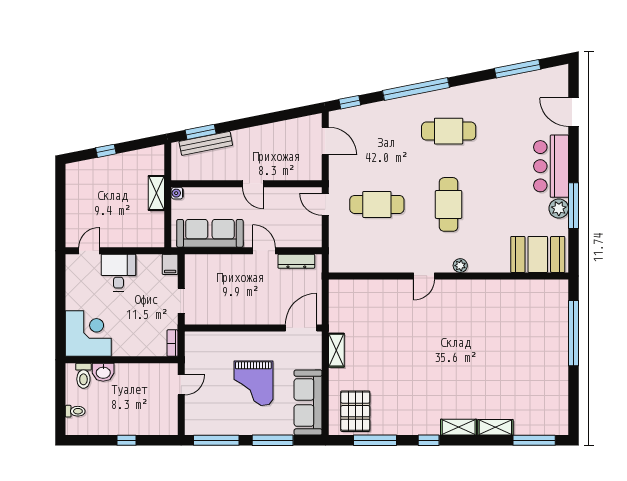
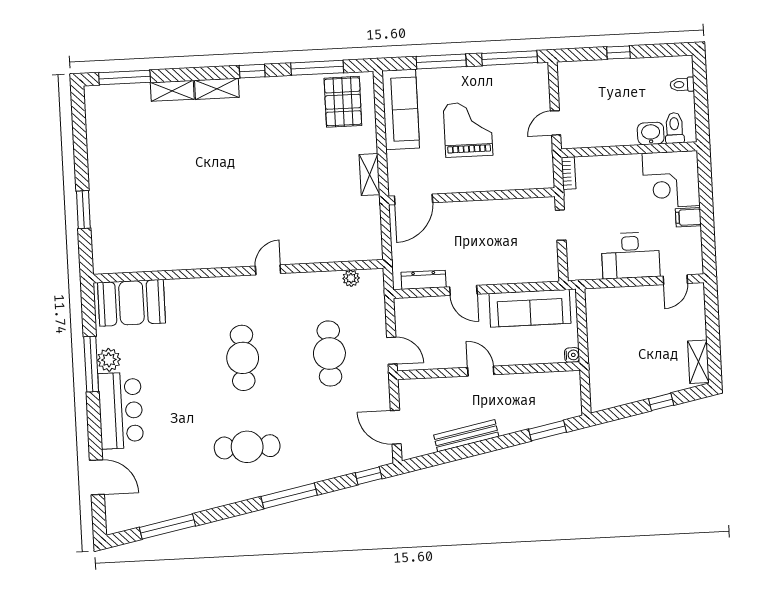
window: (416, 89) -> (289, 496), width x0.68
bench: (206, 143) -> (466, 436), moved
shelving: (156, 193) -> (698, 362), moved
cafe table: (377, 204) -> (329, 353), turned 90
filing cabinet: (170, 264) -> (688, 217), moved, turned -90
plant: (460, 266) -> (351, 278), moved
desk: (118, 273) -> (631, 255), width x1.37
window: (573, 333) -> (83, 210), width x0.47

